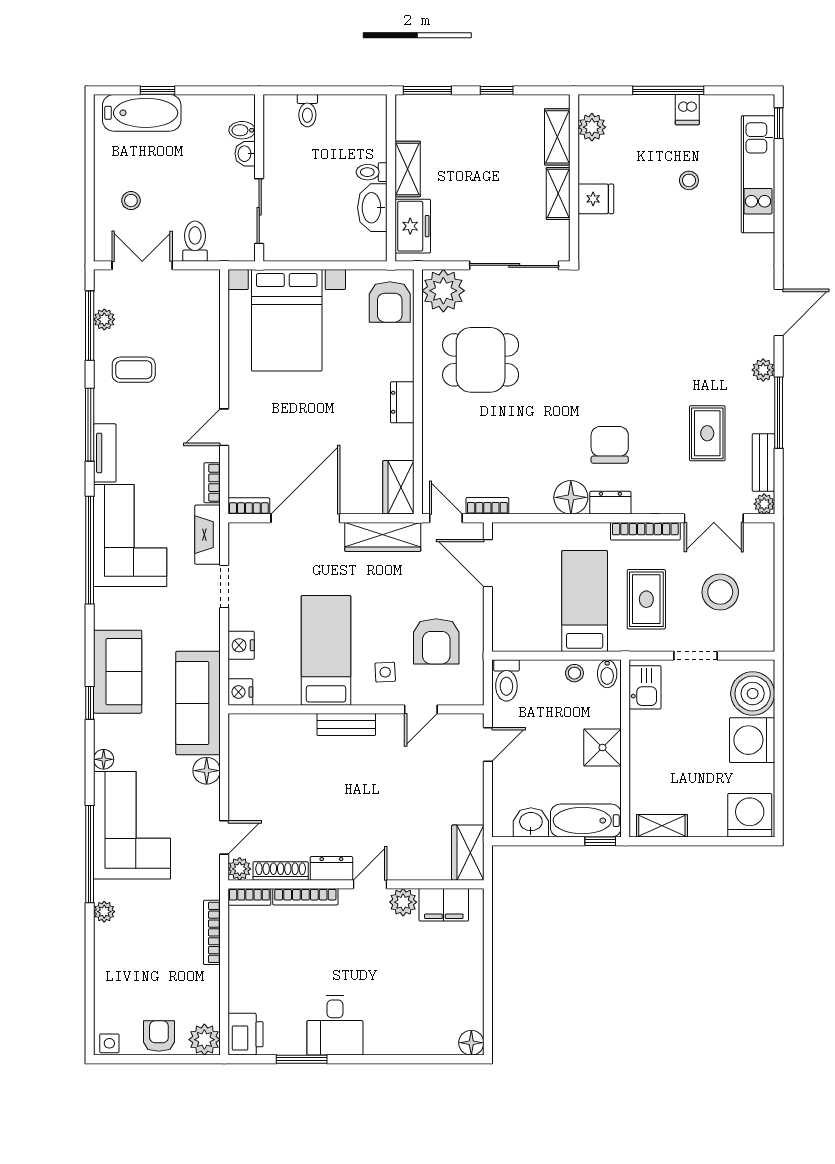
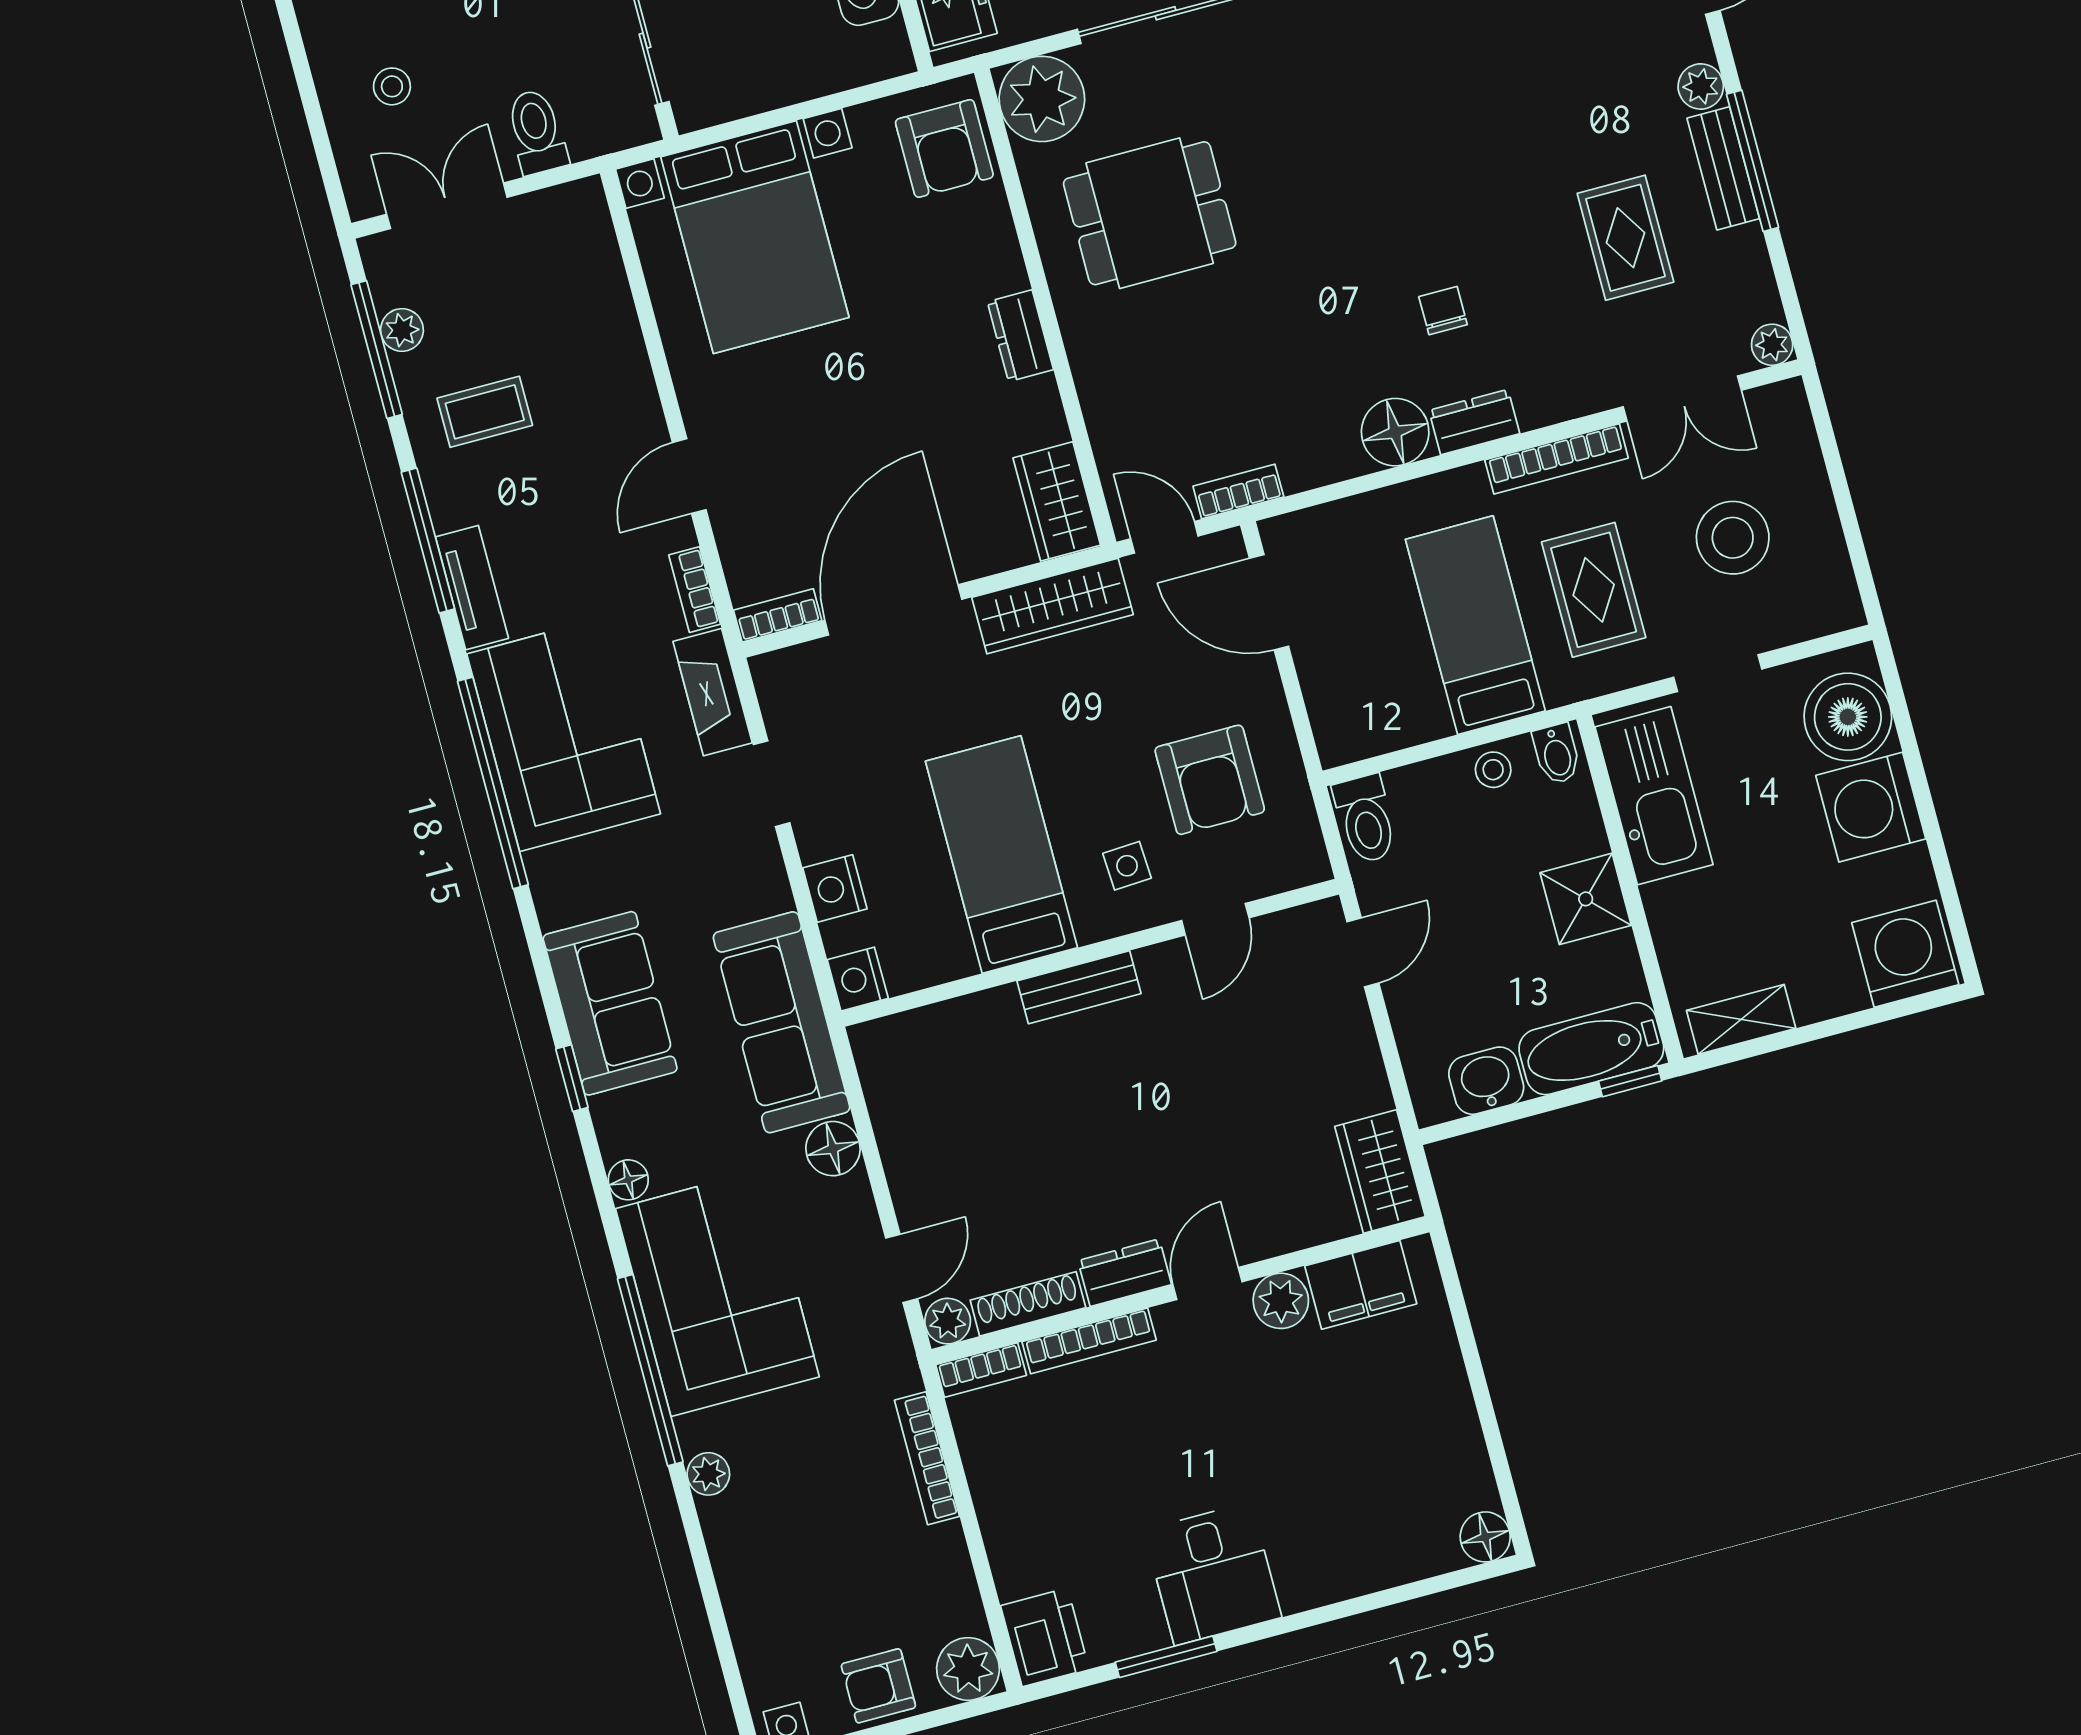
chair: (610, 445) -> (1443, 311), width x0.54, depth x0.54
bench: (763, 463) -> (1723, 168), moved
kitchen sink: (645, 687) -> (1654, 796), width x1.87, depth x1.24
armchair: (159, 1036) -> (878, 1686), turned -90

